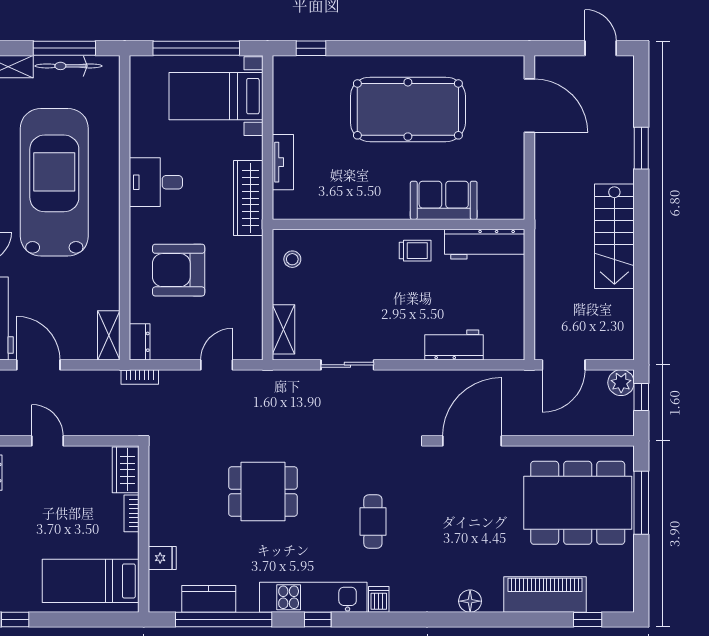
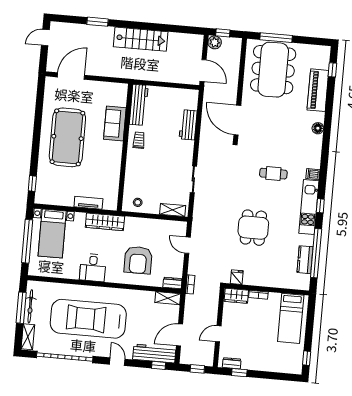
fridge: (162, 558) -> (237, 277), moved

